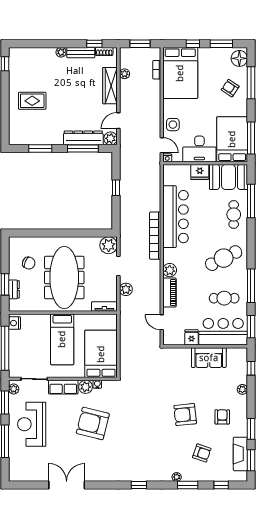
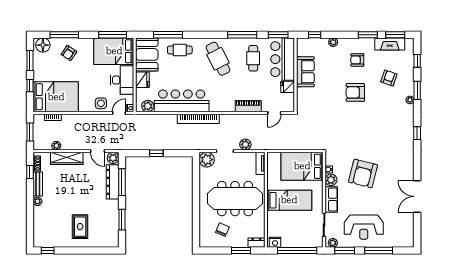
plant: (170, 270) -> (148, 106), moved
dresser: (14, 289) -> (256, 243), moved
armchair: (185, 415) -> (355, 92), turned 96

